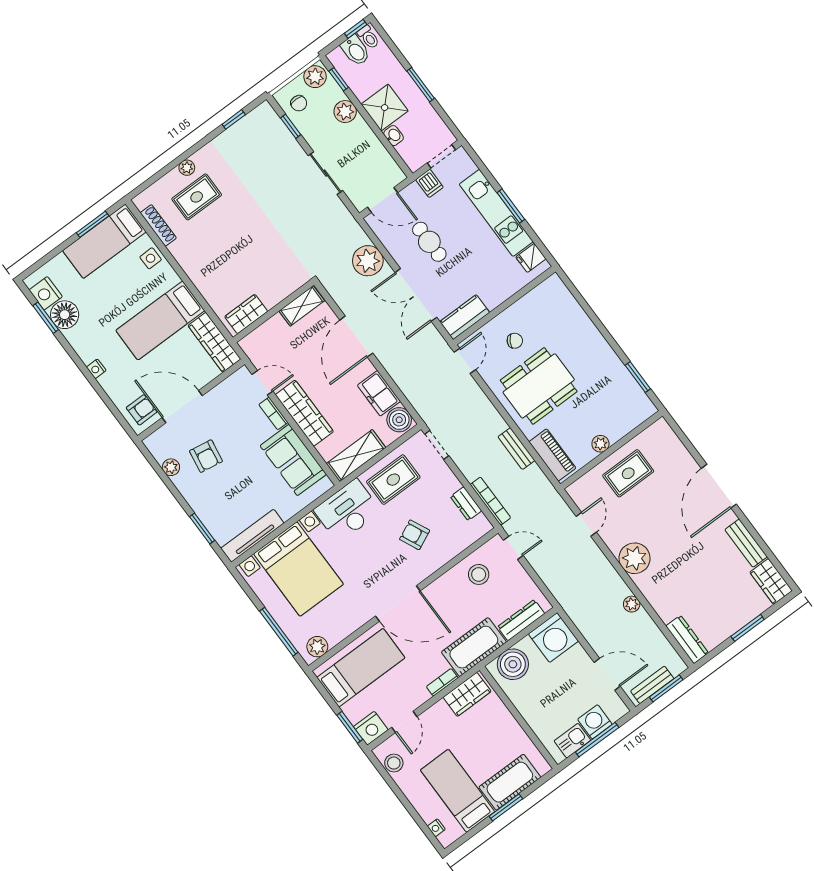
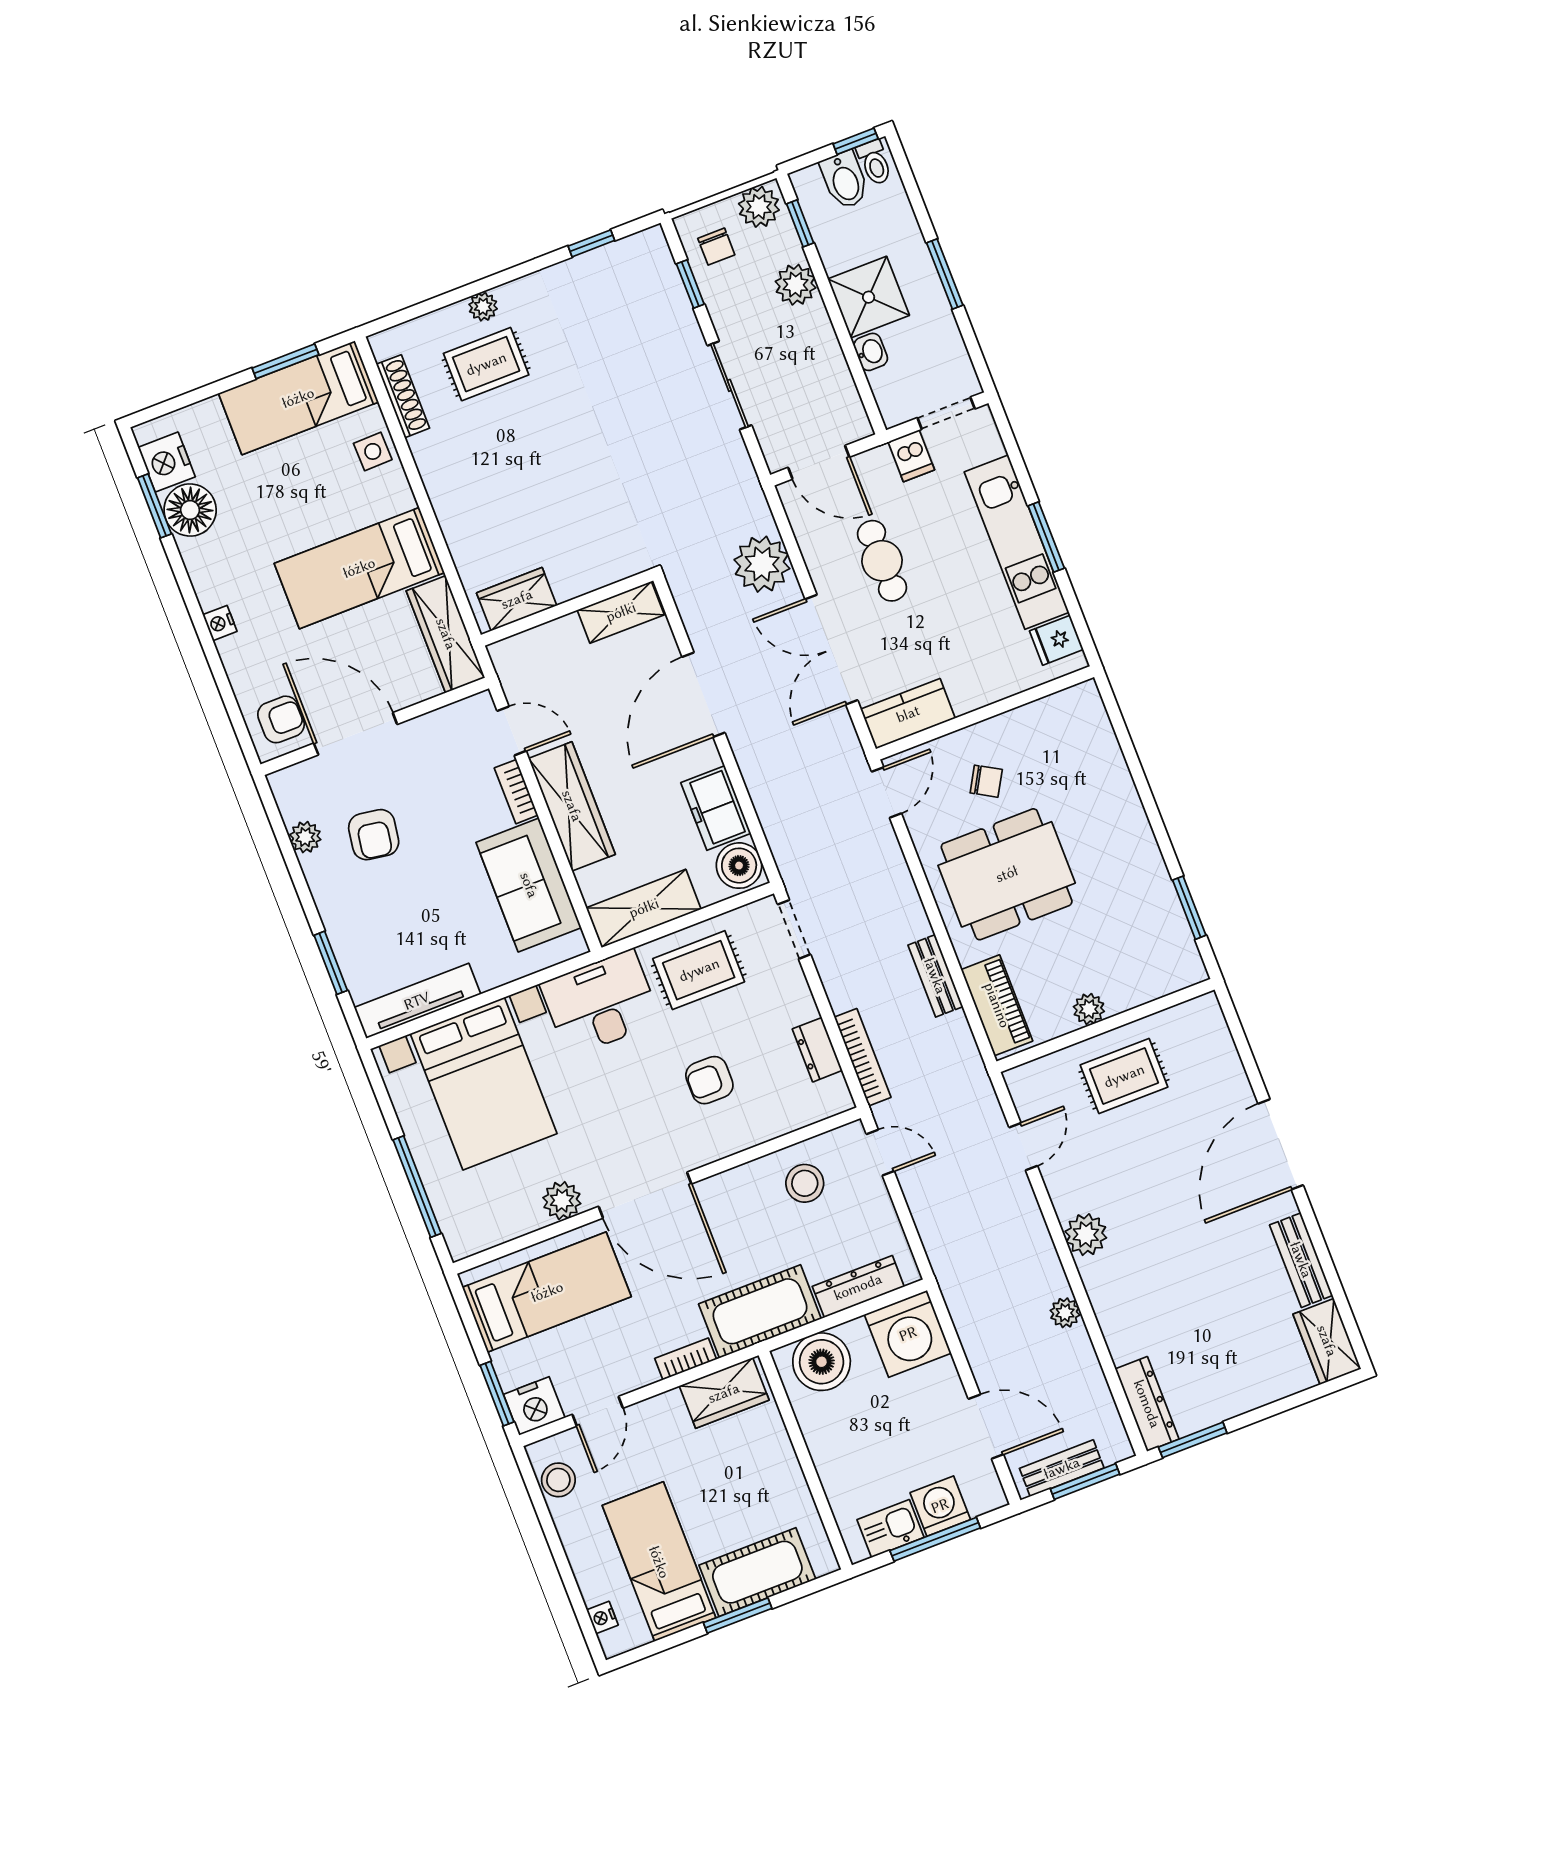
armchair: (415, 535) -> (709, 1080), turned -65
plant: (634, 558) -> (1086, 1235), width x0.73, depth x0.73
window: (748, 628) -> (1193, 1440), moved
plant: (317, 647) -> (562, 1201), moved

